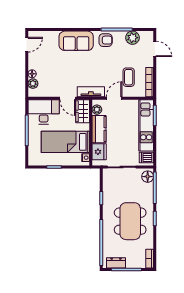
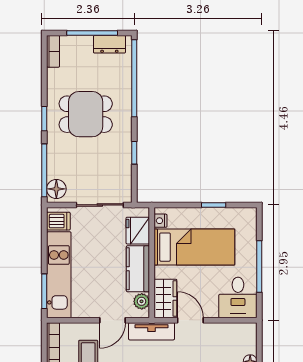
plant: (33, 84) -> (249, 345), removed
desk: (44, 112) -> (238, 297), width x0.73
dining table: (130, 221) -> (86, 114), width x0.73

